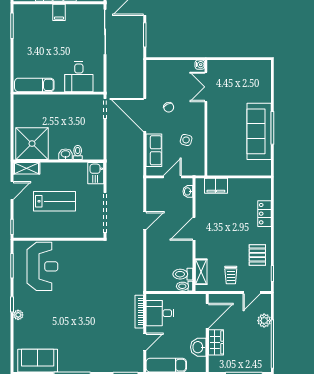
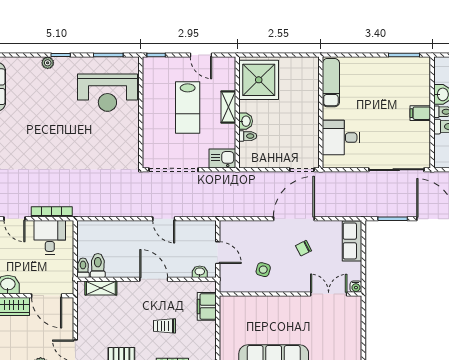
row of seats: (154, 150) -> (352, 241), moved, turned 90
shelving: (26, 168) -> (228, 107), moved
trolley: (231, 275) -> (165, 326), moved

